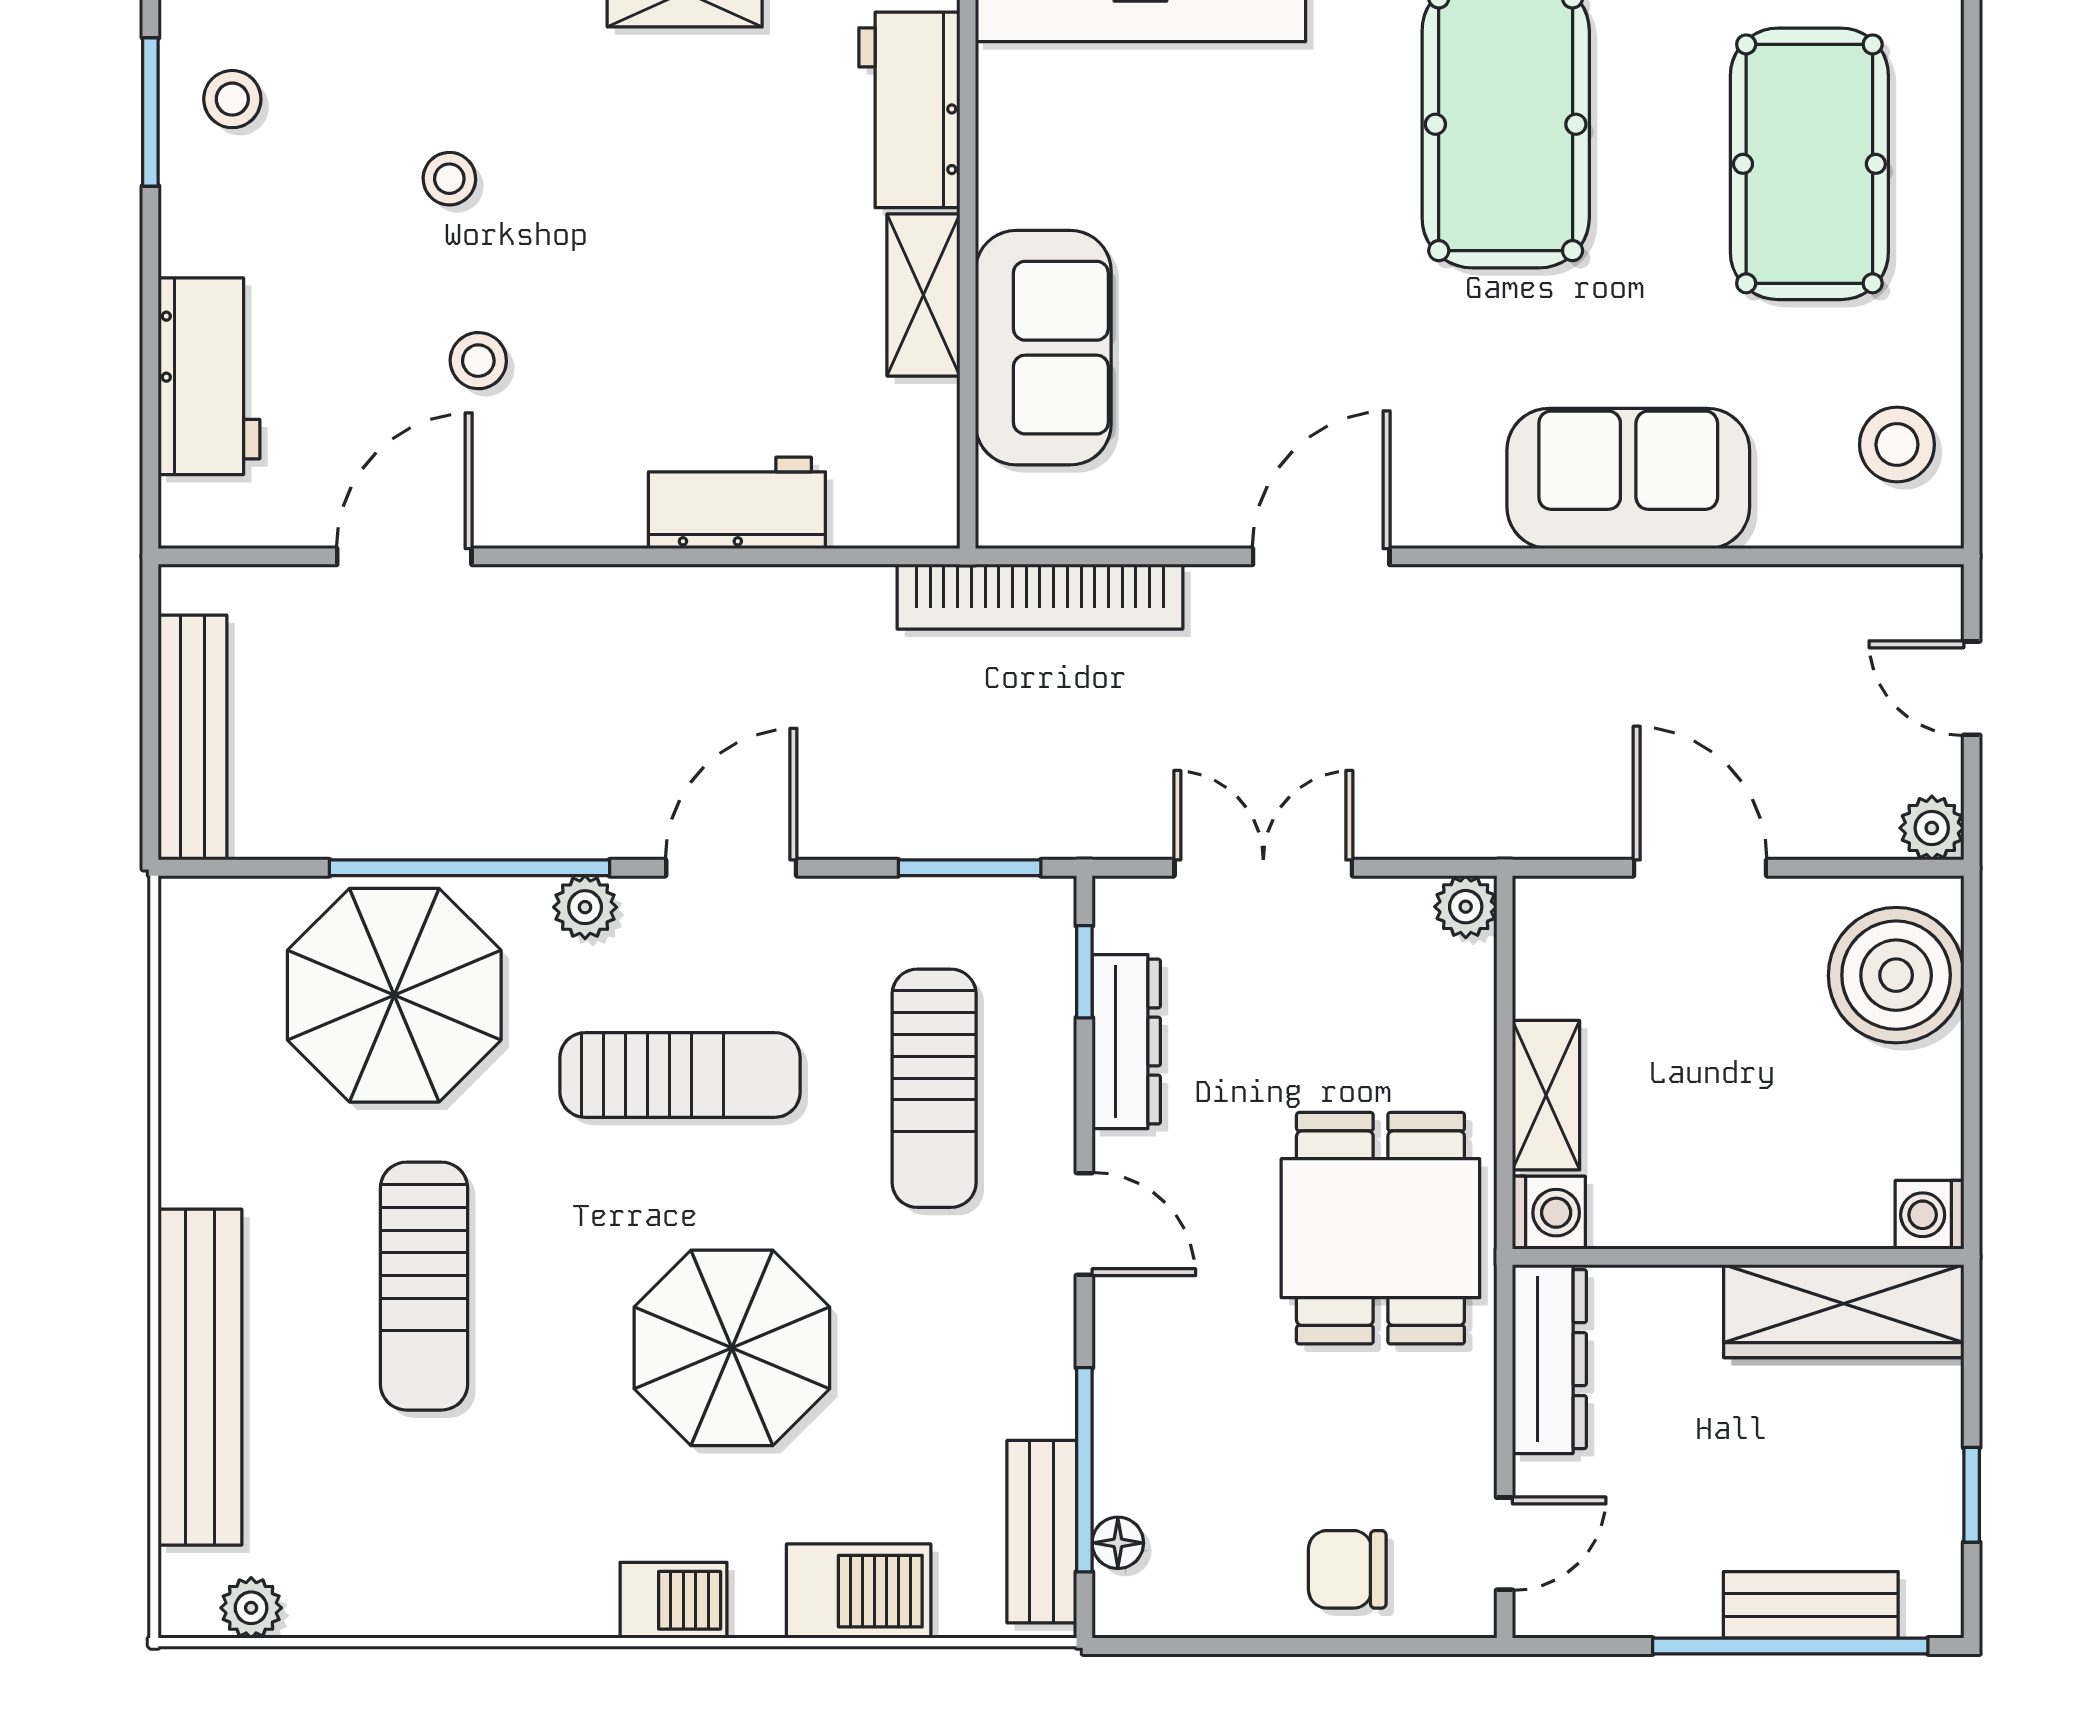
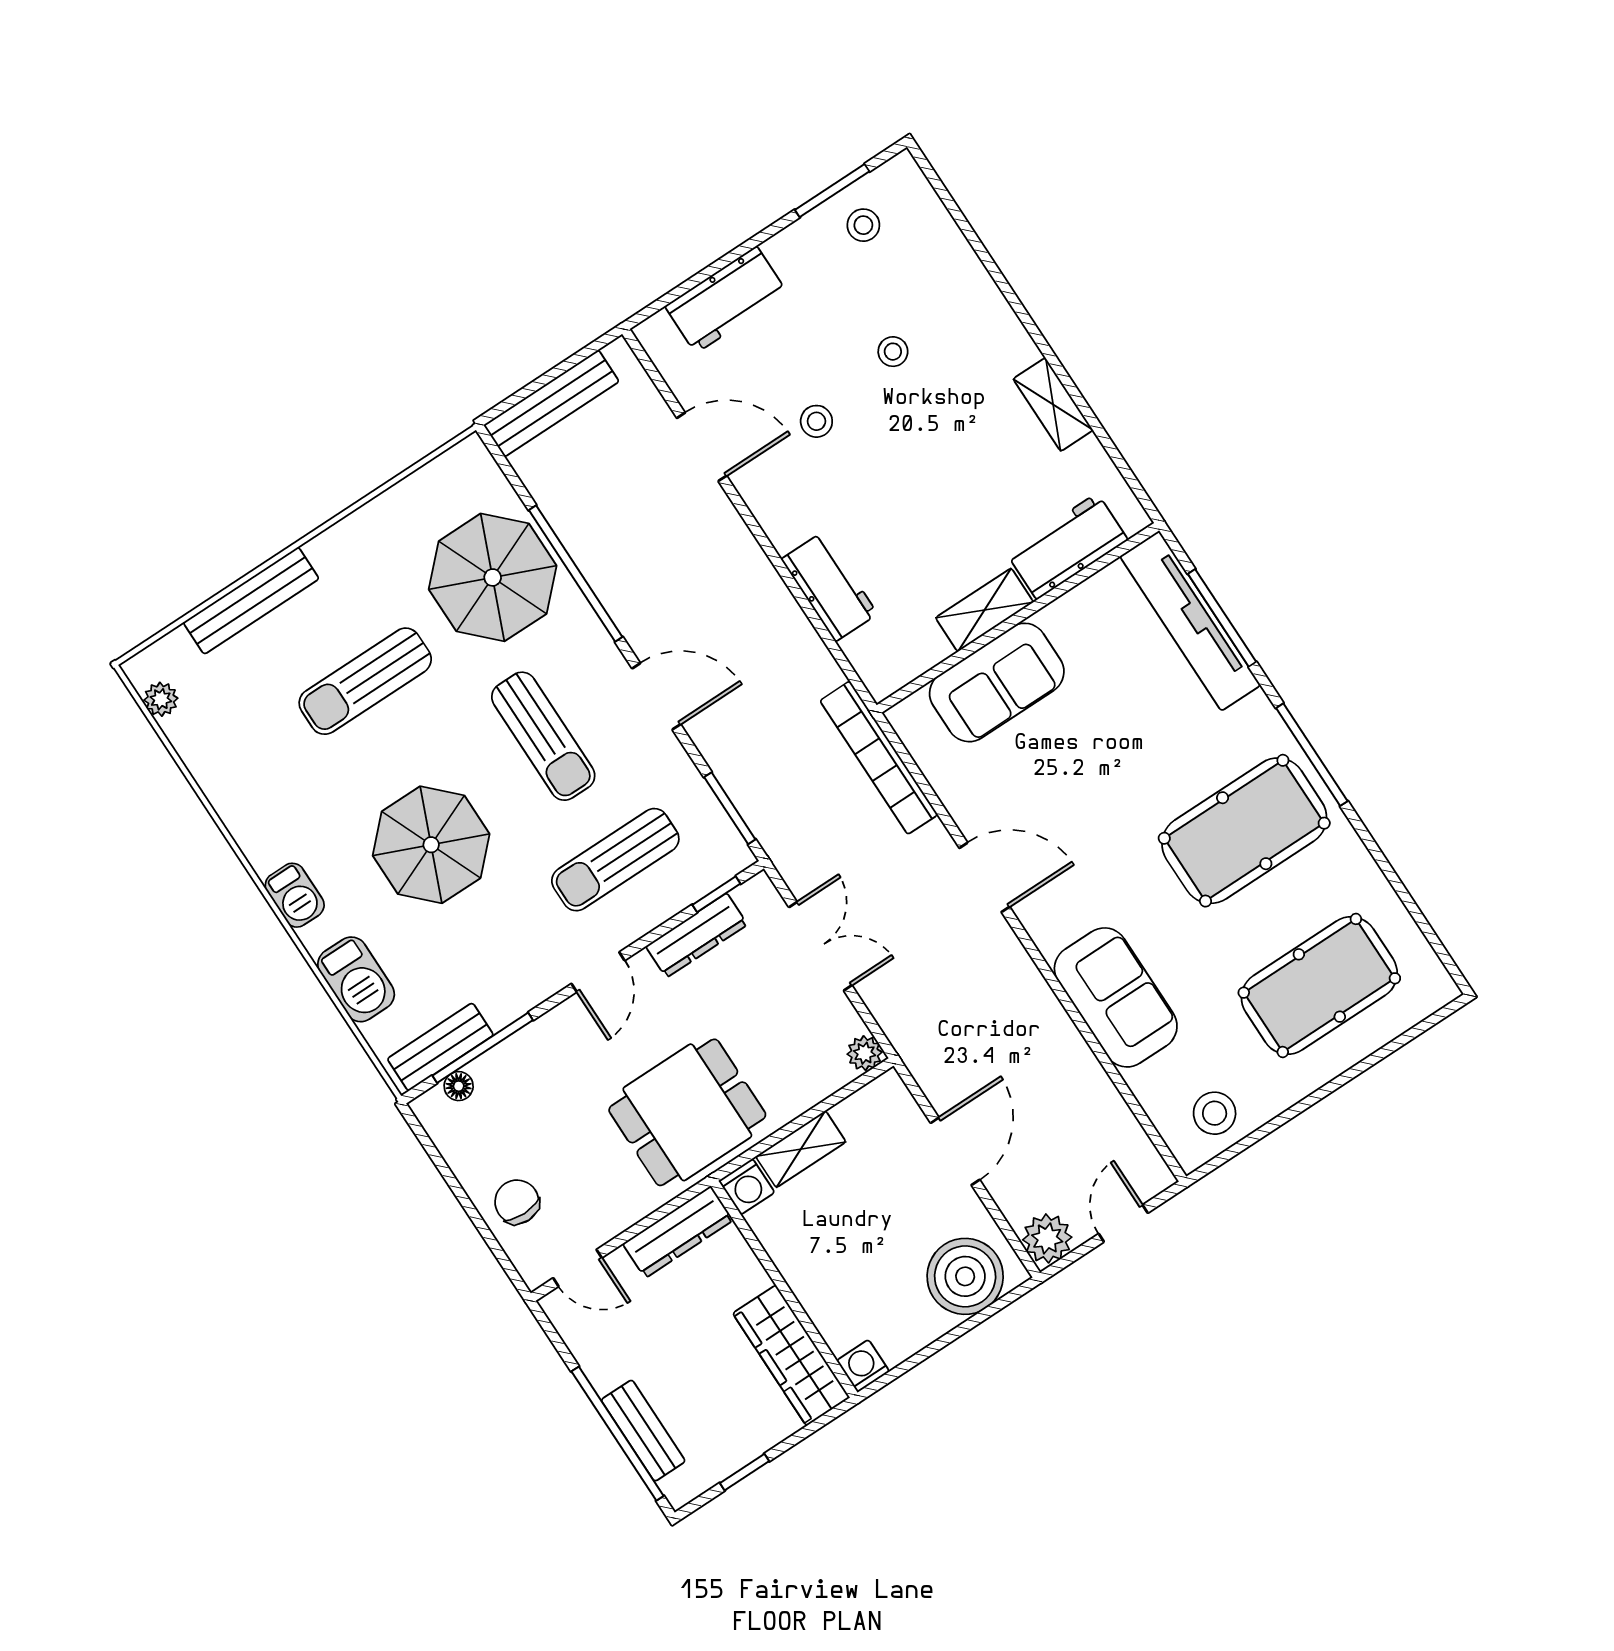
plant: (1932, 828) -> (1047, 1238), width x1.38, depth x1.38
plant: (585, 907) -> (593, 640), removed
bench: (200, 1377) -> (251, 601), width x0.73, depth x0.82

